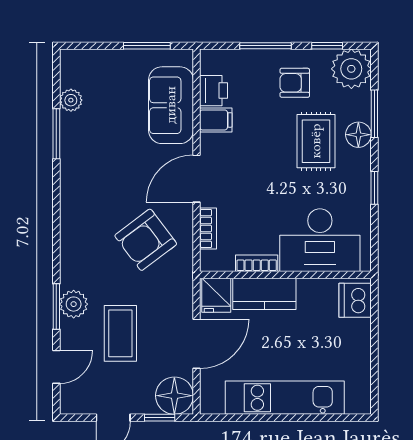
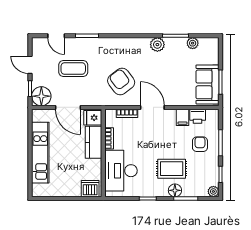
plant: (351, 69) -> (213, 191), width x0.53, depth x0.53
armchair: (295, 83) -> (200, 144), moved
sofa: (171, 105) -> (207, 84), moved, turned -90
plant: (74, 304) -> (157, 45), moved

